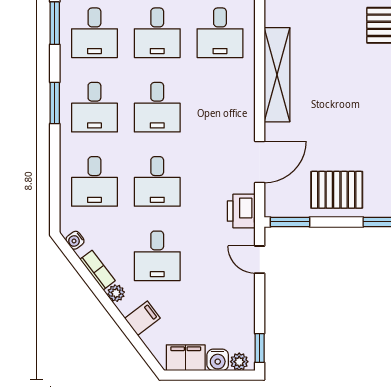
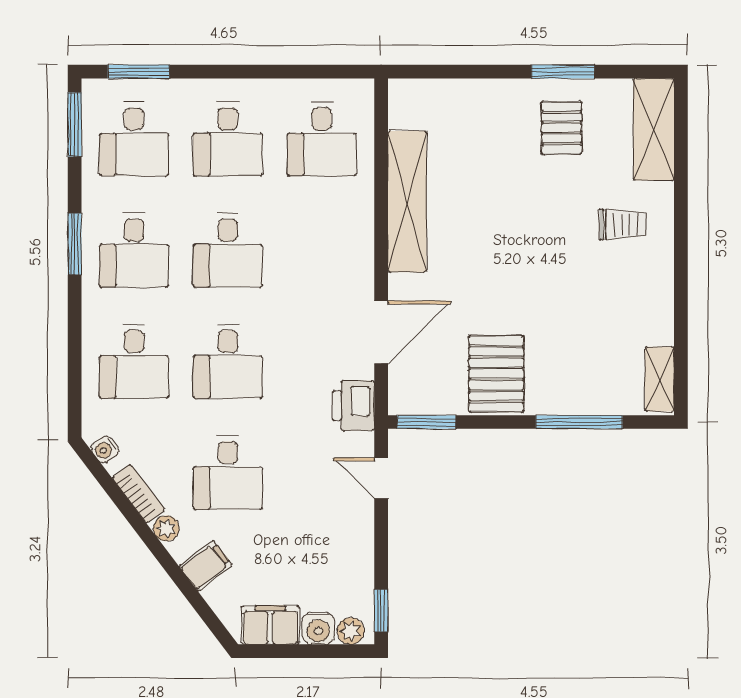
pallet: (337, 190) -> (496, 374), turned 90

